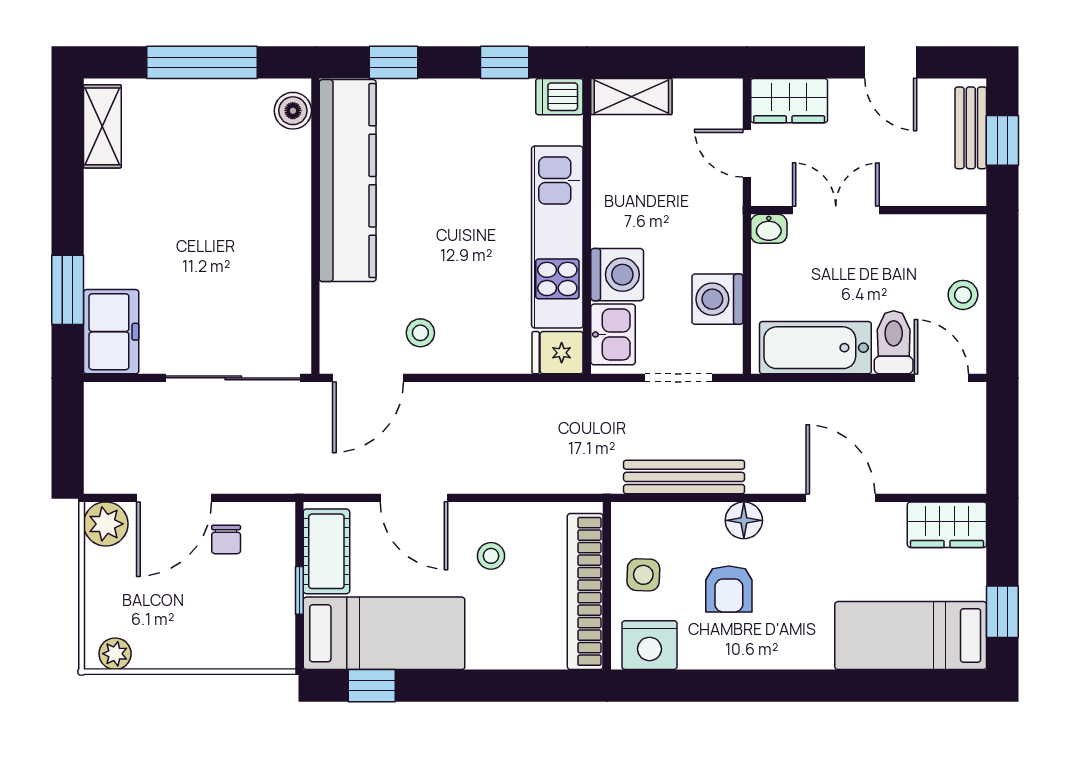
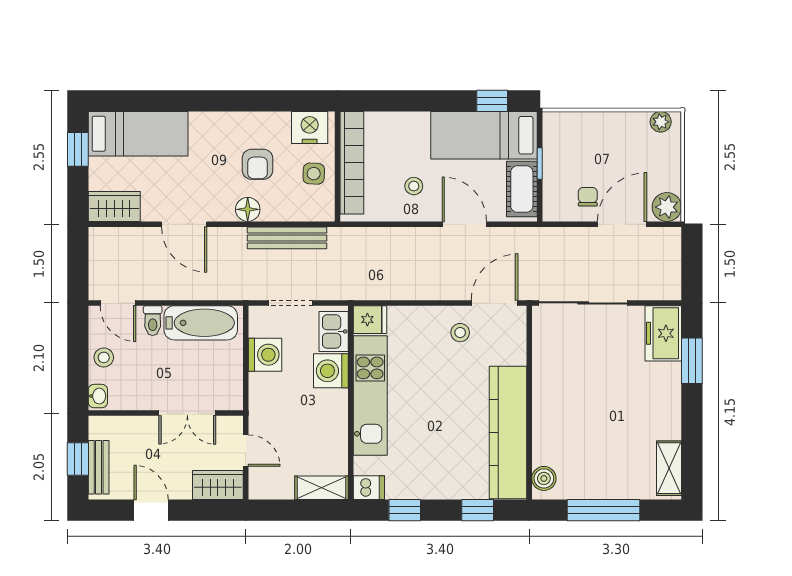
washbasin: (769, 229) -> (98, 396), moved, turned 90
toilet: (894, 342) -> (153, 321), width x0.73, depth x0.72
armchair: (729, 589) -> (257, 164), turned 180

